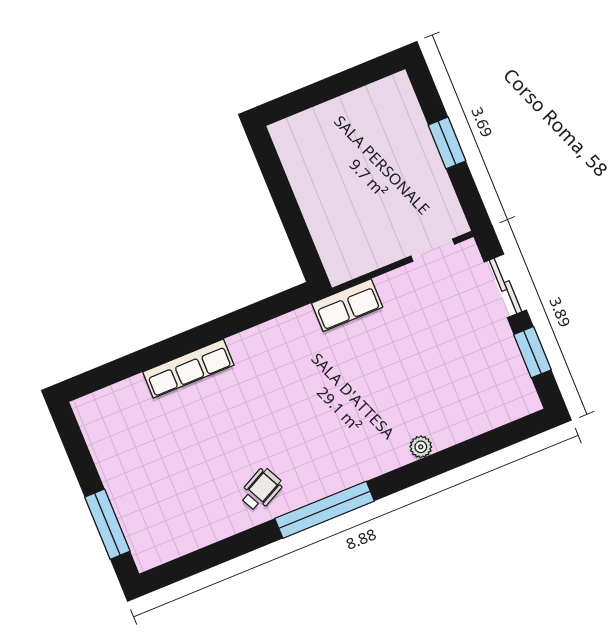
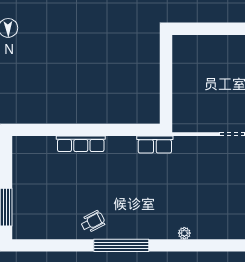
row of seats: (347, 305) -> (155, 144), moved

